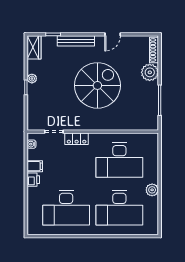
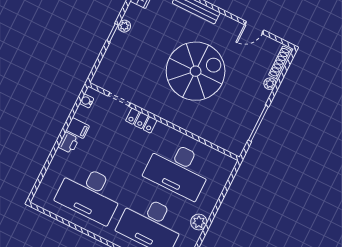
door: (113, 34) -> (254, 27), moved
plant: (150, 72) -> (270, 84), width x0.53, depth x0.53

